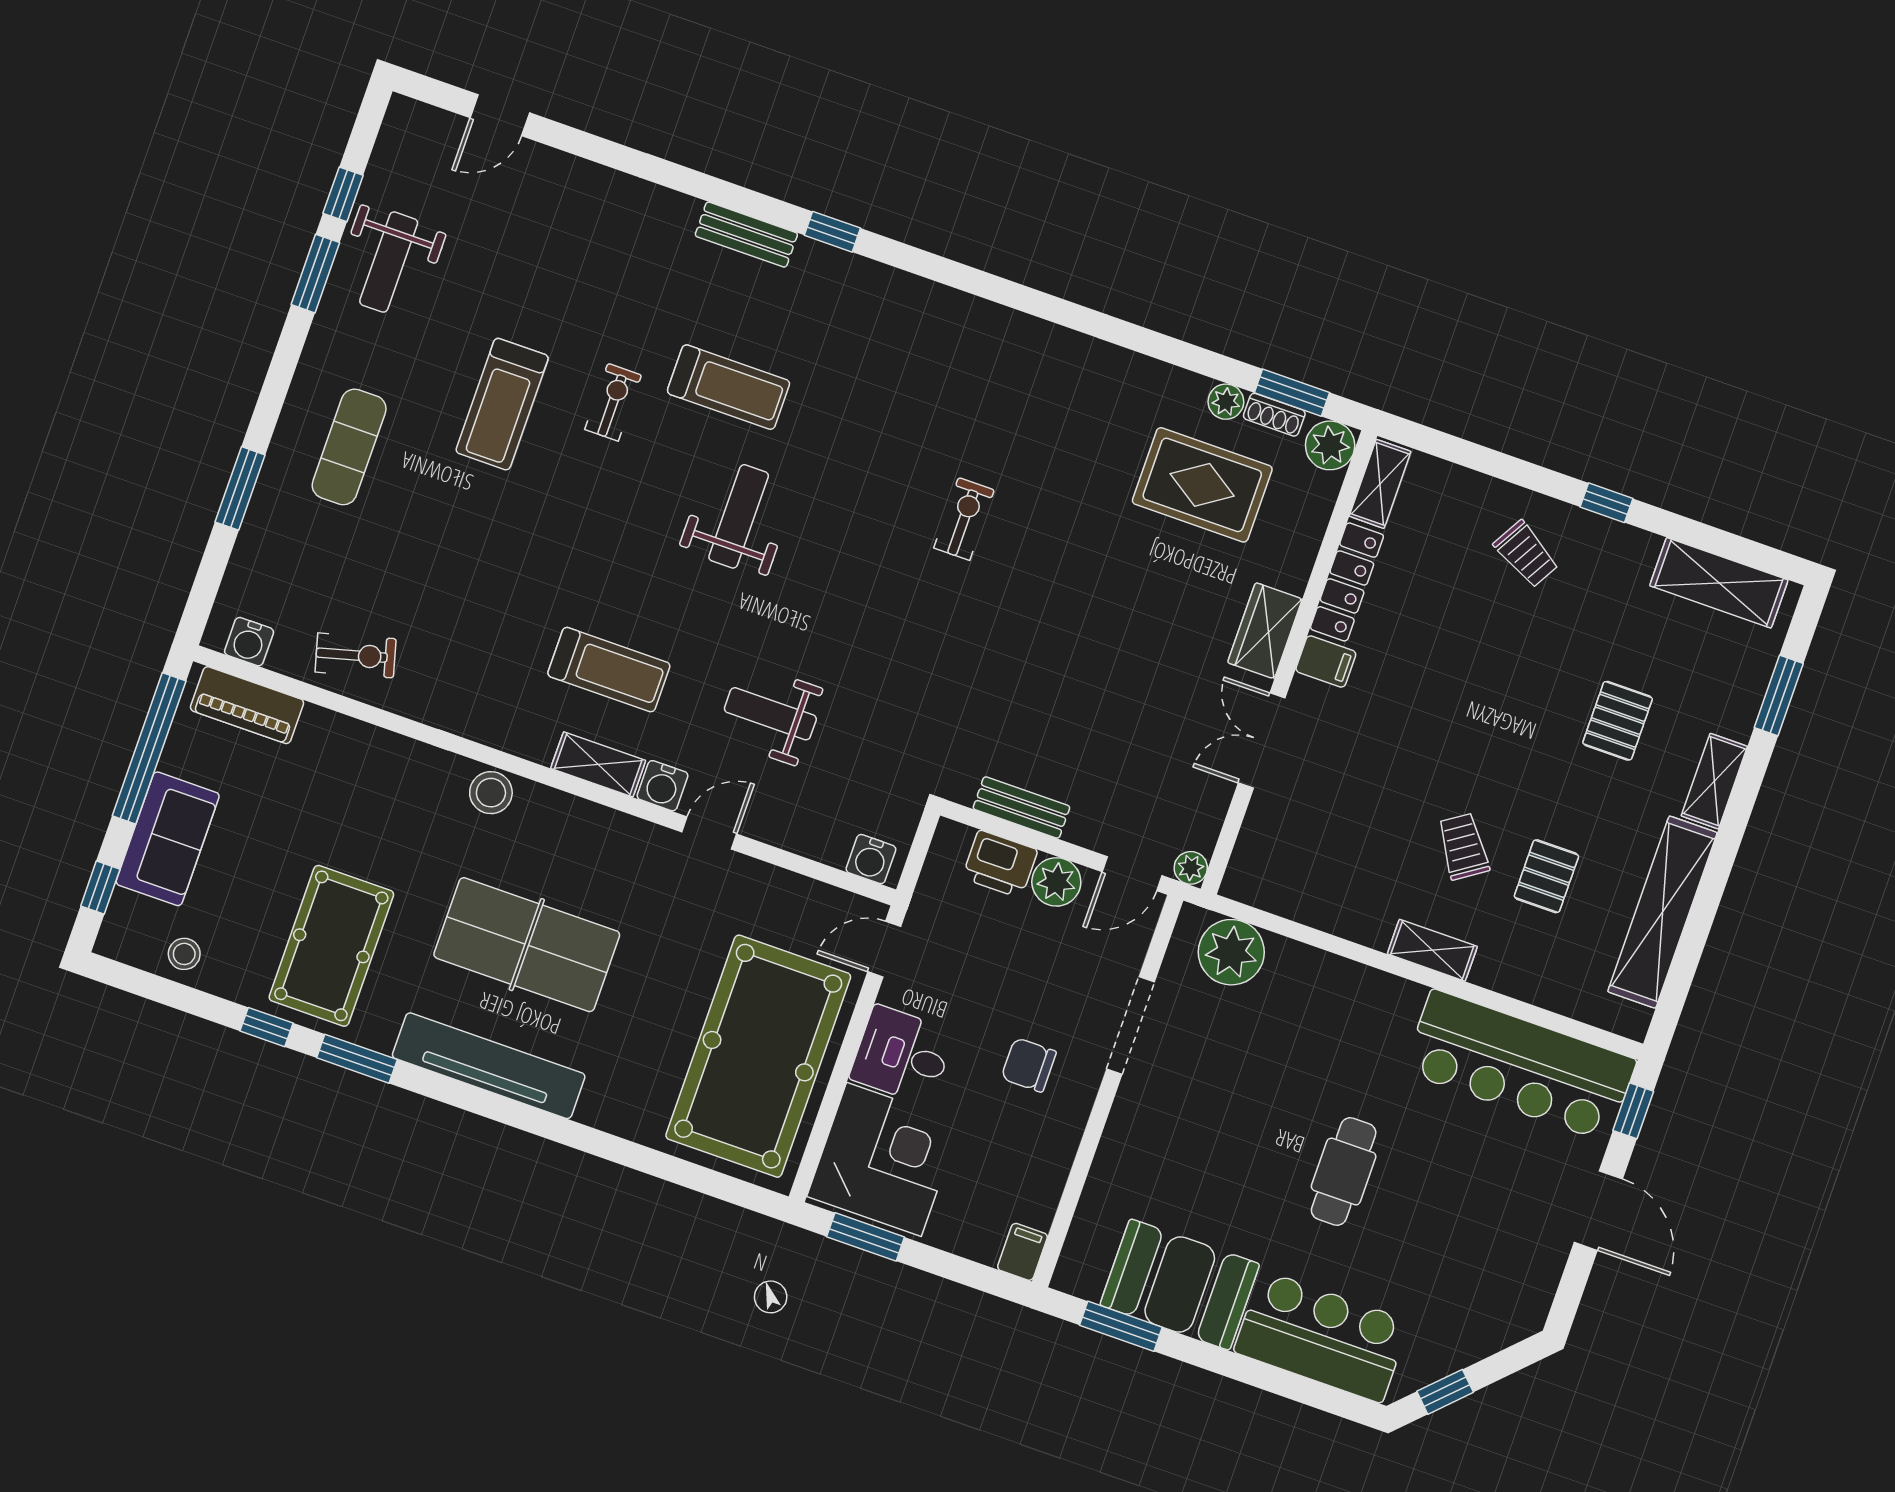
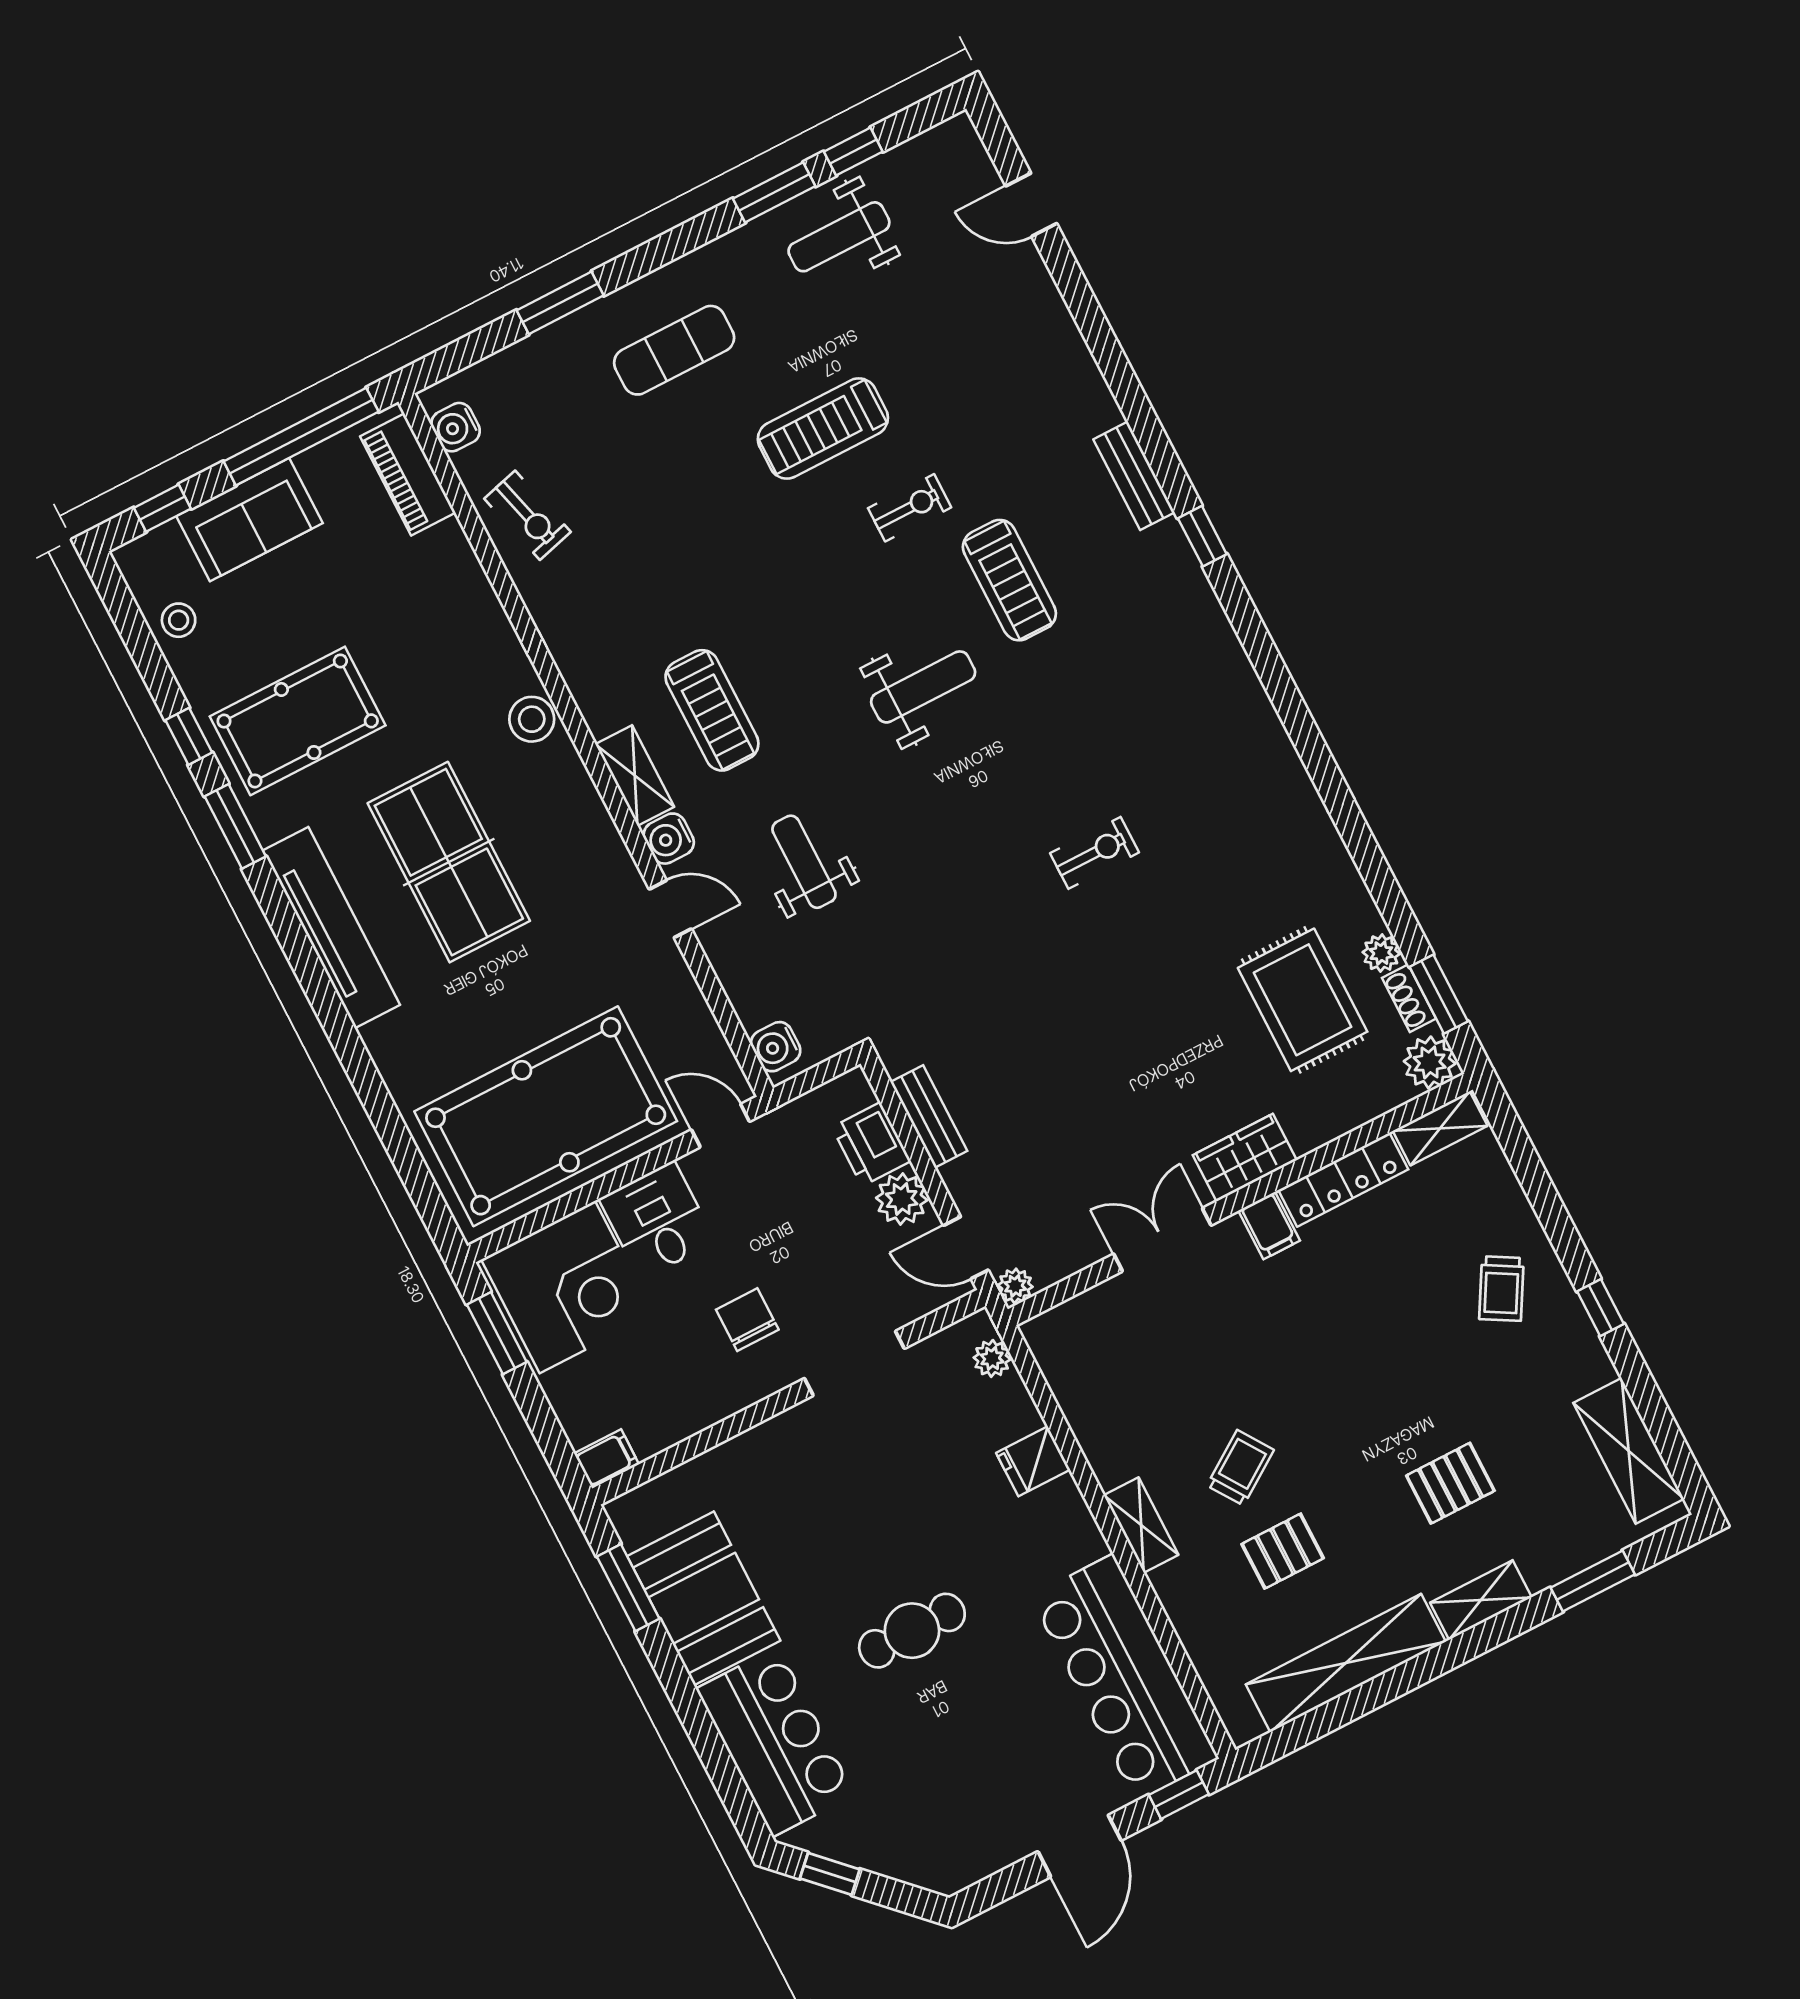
plant: (1231, 952) -> (992, 1358), width x0.53, depth x0.53
fridge: (1317, 977) -> (1033, 1461), added

